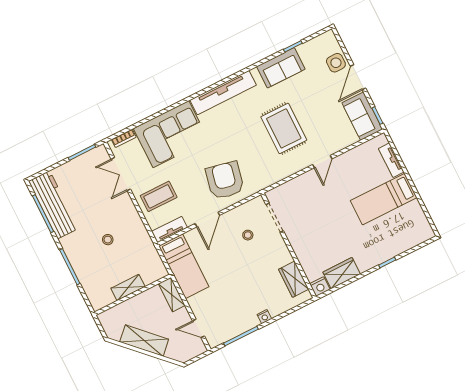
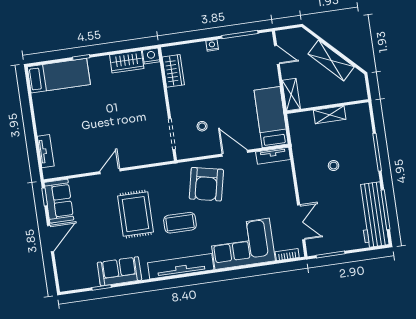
side table: (336, 63) -> (67, 259), removed
coffee table: (159, 196) -> (180, 223), moved
bed: (384, 199) -> (59, 76), moved
door: (207, 219) -> (235, 153), hinge flipped

